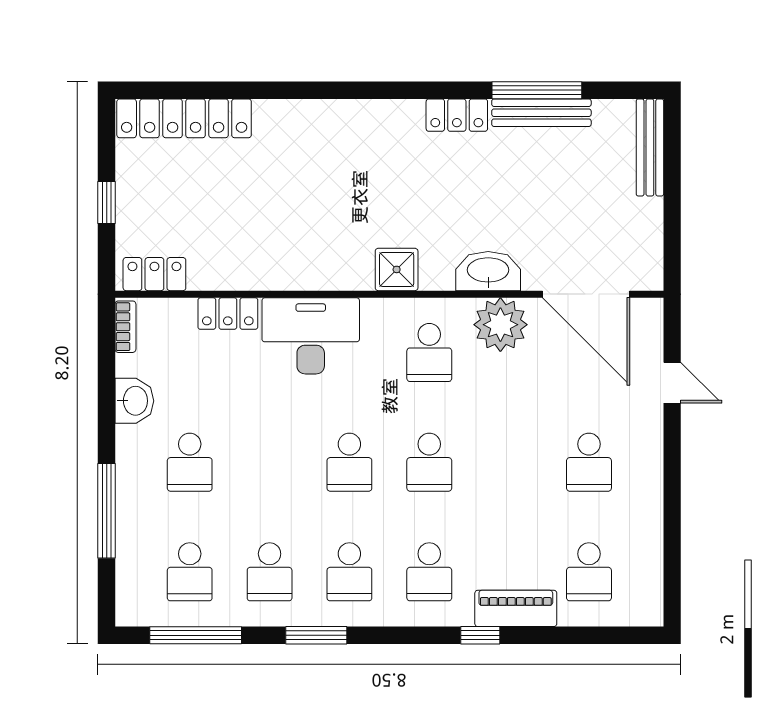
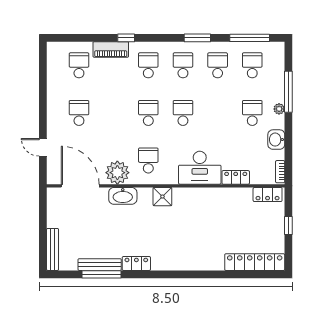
plant: (128, 471) -> (279, 109), added

